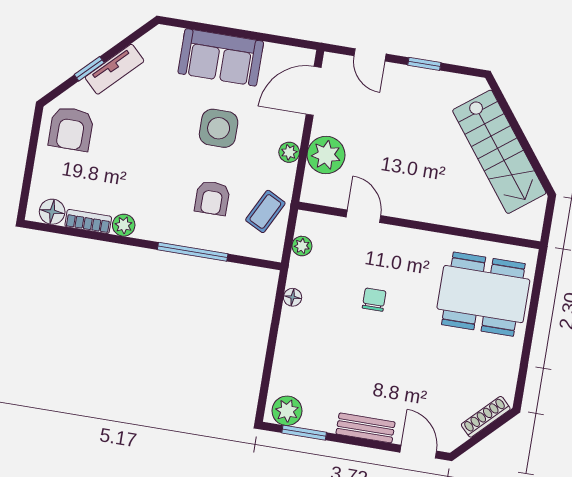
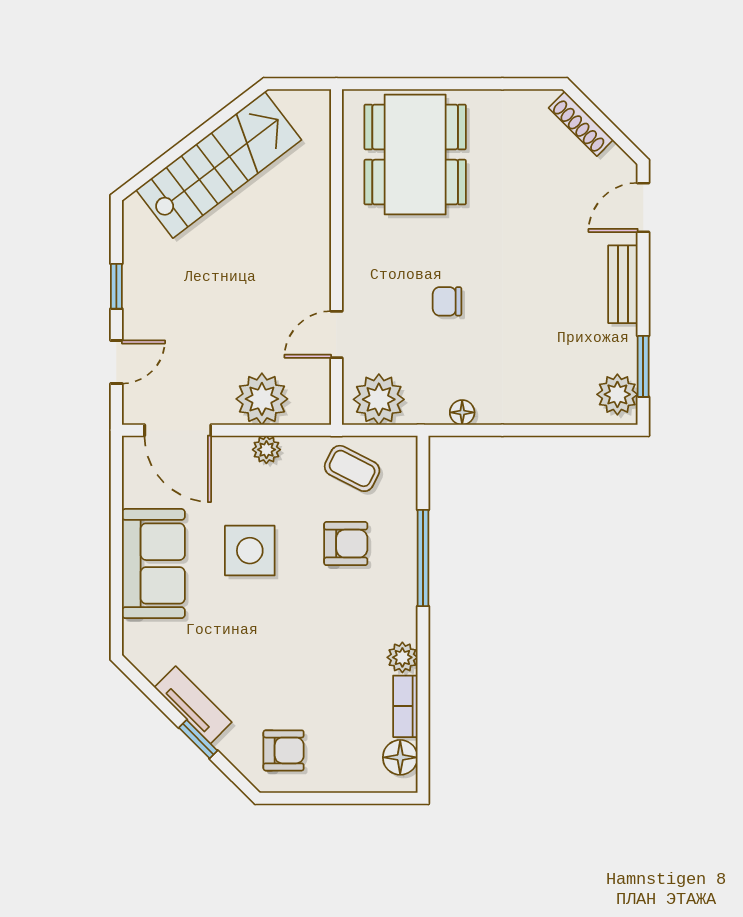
armchair: (71, 129) -> (284, 750), width x0.72, depth x0.72
plant: (302, 246) -> (379, 399), width x1.88, depth x1.88

